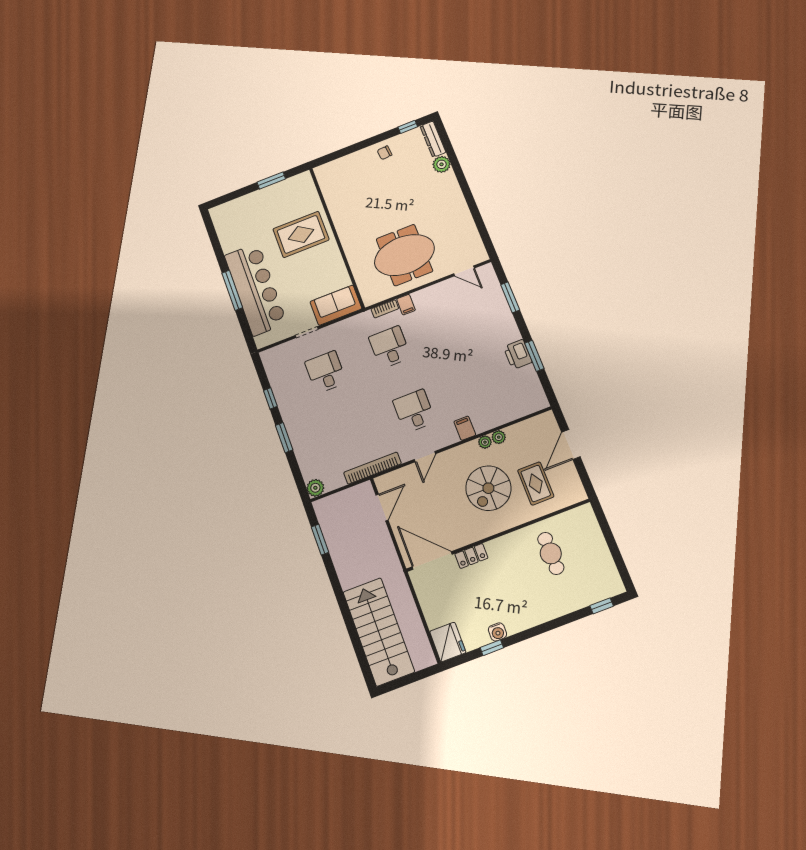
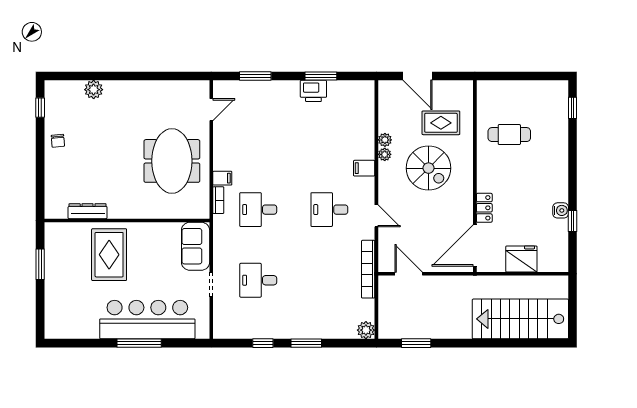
dresser: (433, 139) -> (88, 211), moved, turned 180
fridge: (448, 642) -> (521, 259), moved

